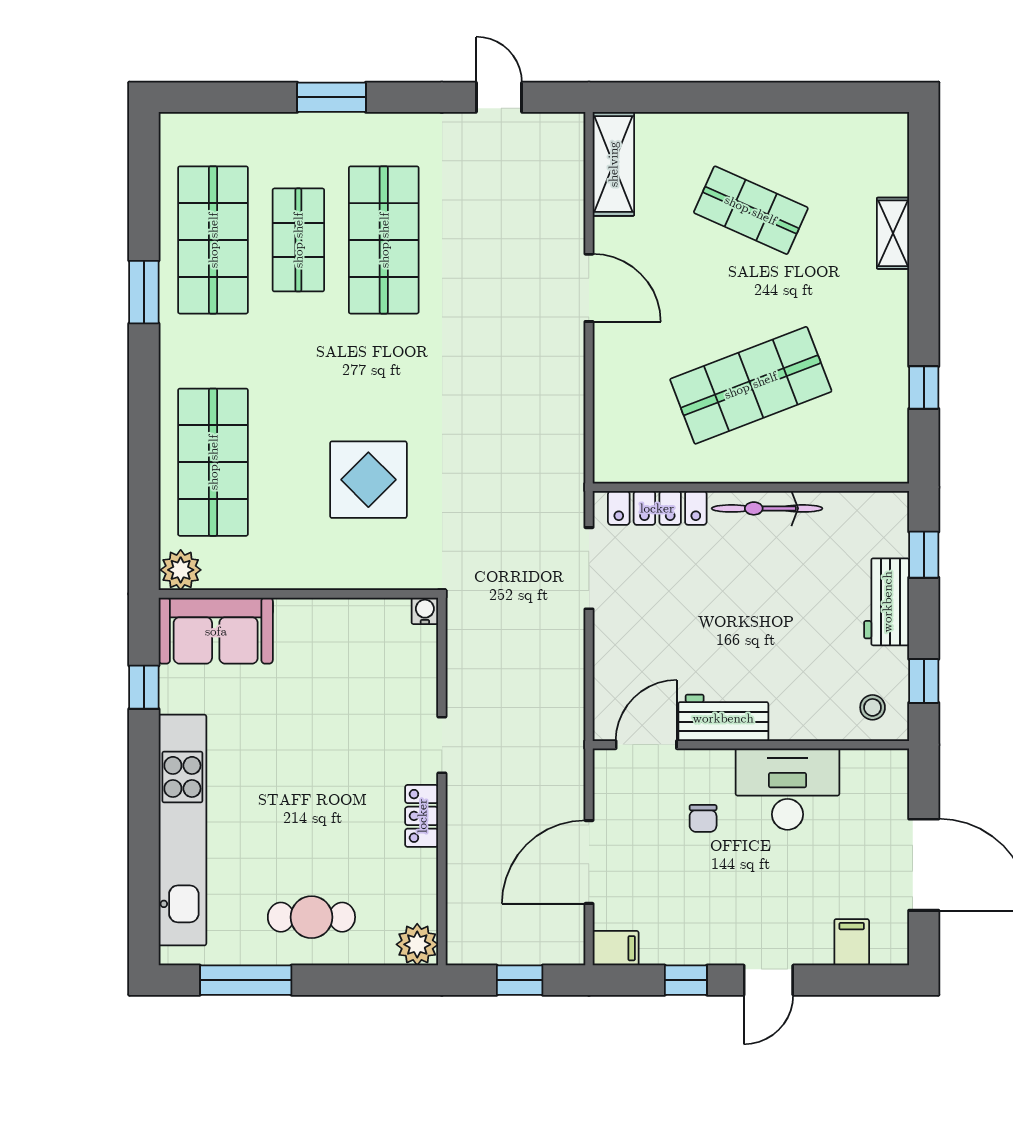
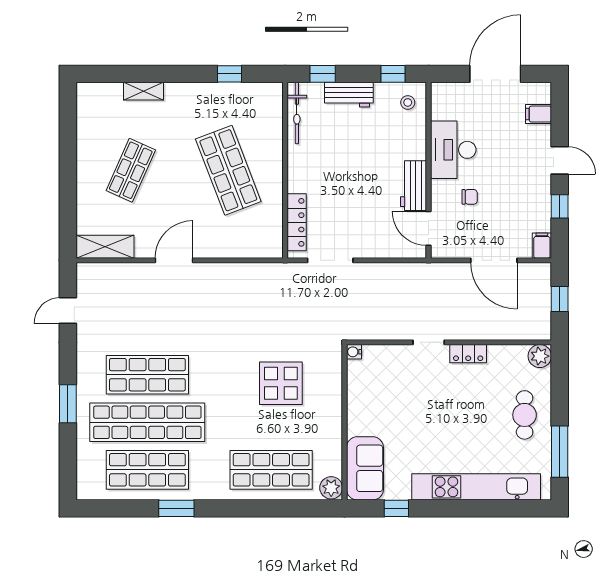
shop shelf: (298, 240) -> (147, 422), width x2.00, depth x1.36
bicycle: (767, 508) -> (297, 113), moved

